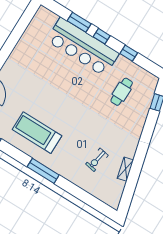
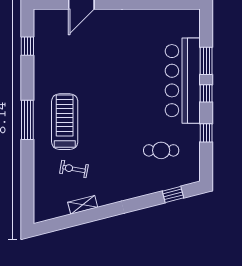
treadmill: (37, 133) -> (65, 122), moved

